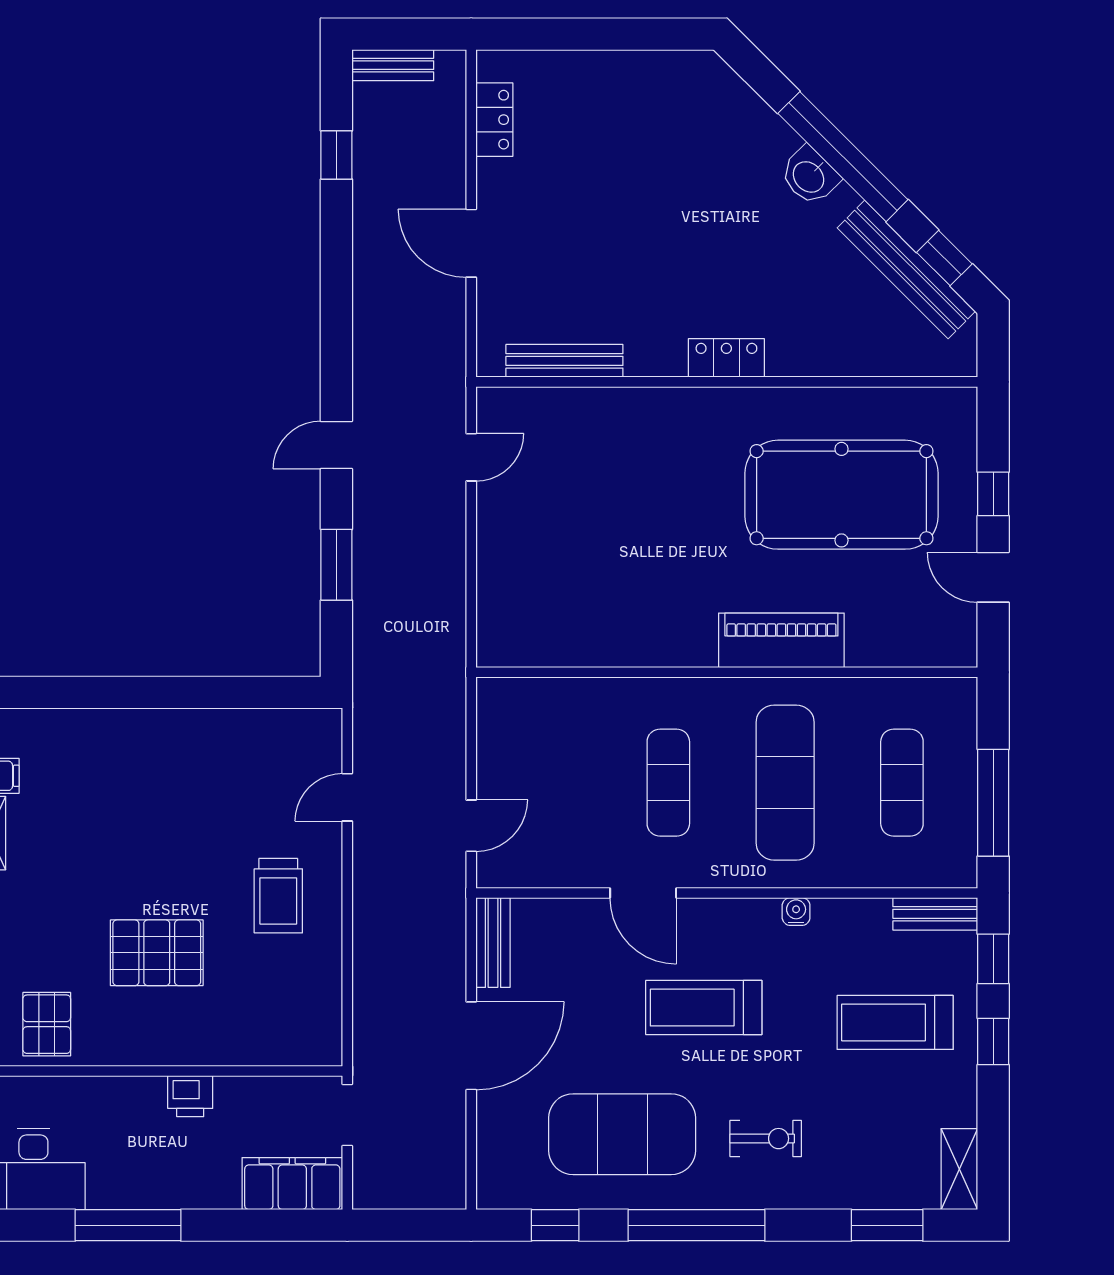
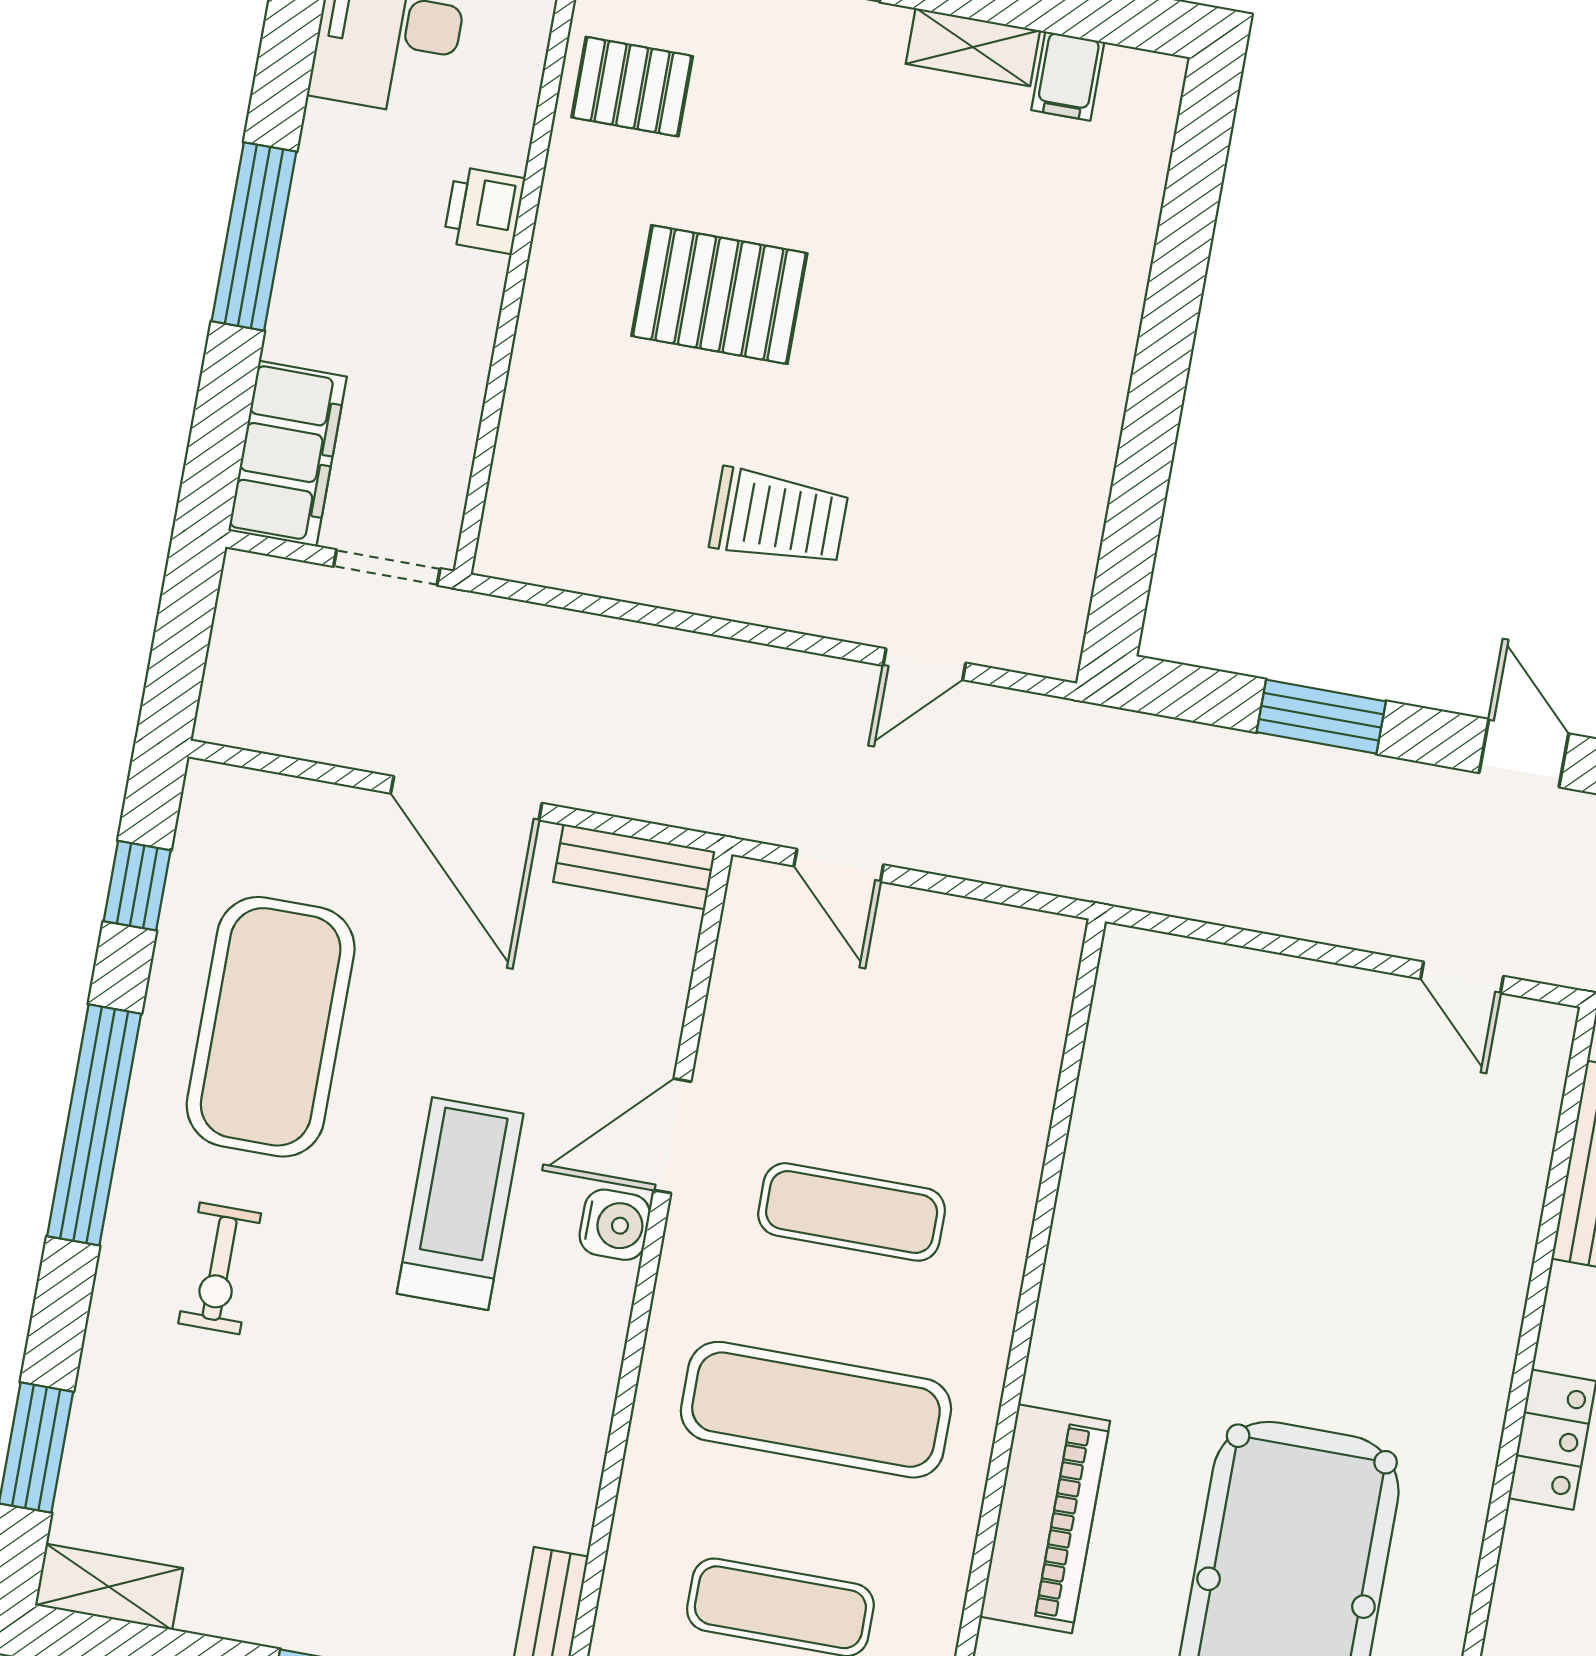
piano: (781, 640) -> (1045, 1519), moved
door: (347, 797) -> (924, 664), swing flipped
trolley: (278, 896) -> (779, 518), turned 180
water cooler: (796, 912) -> (615, 1225), moved, width x1.38, depth x1.38
pallet: (157, 953) -> (719, 295), turned 90
treadmill: (895, 1022) -> (377, 1523), removed
printer: (190, 1096) -> (484, 210), moved
window: (128, 1225) -> (254, 236), moved

